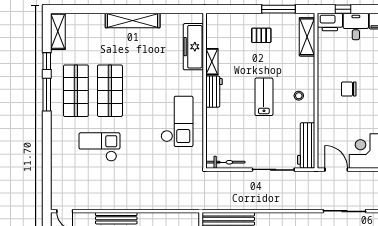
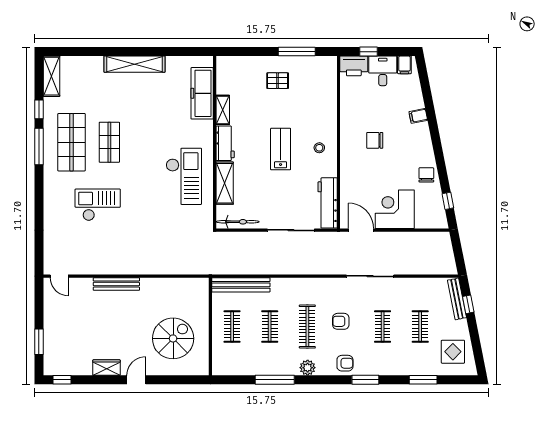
shelving: (307, 37) -> (225, 183), moved
shop shelf: (110, 91) -> (109, 142), width x0.70, depth x0.74

